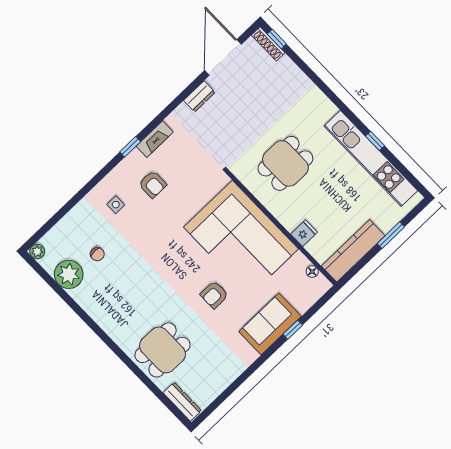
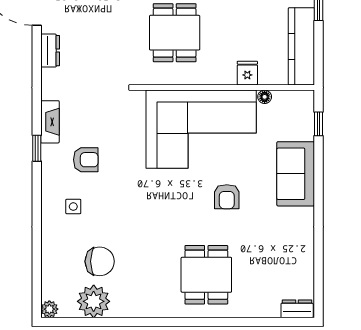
chair: (97, 254) -> (100, 261), width x1.87, depth x1.87
floor lamp: (312, 272) -> (265, 97), moved
window: (293, 330) -> (318, 124), moved
dining table: (163, 350) -> (206, 275), moved
dresser: (182, 402) -> (297, 309), width x0.70

